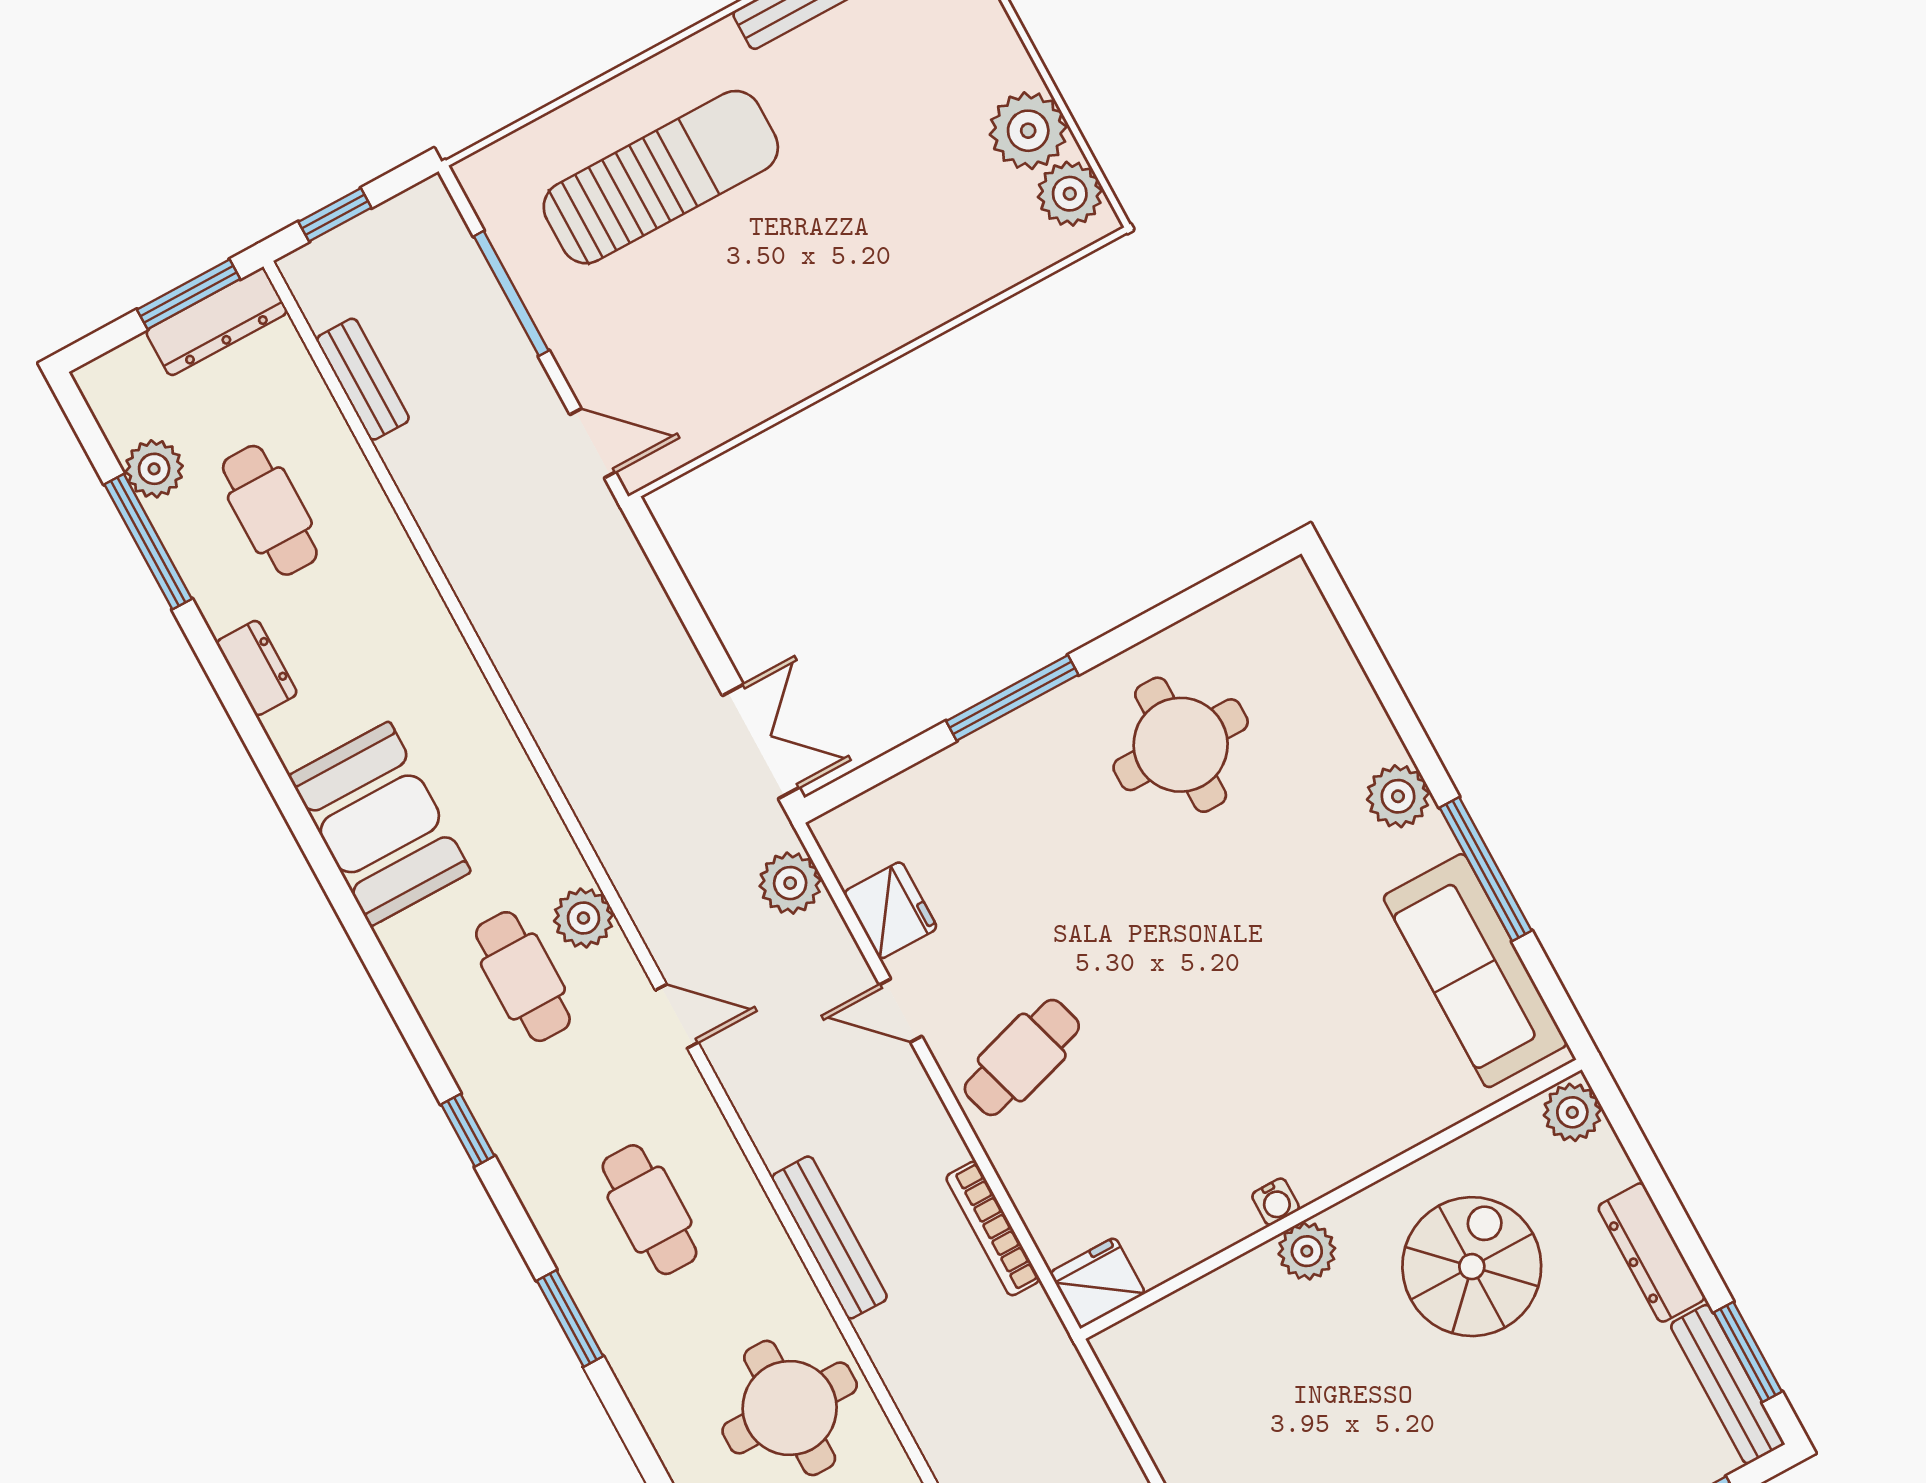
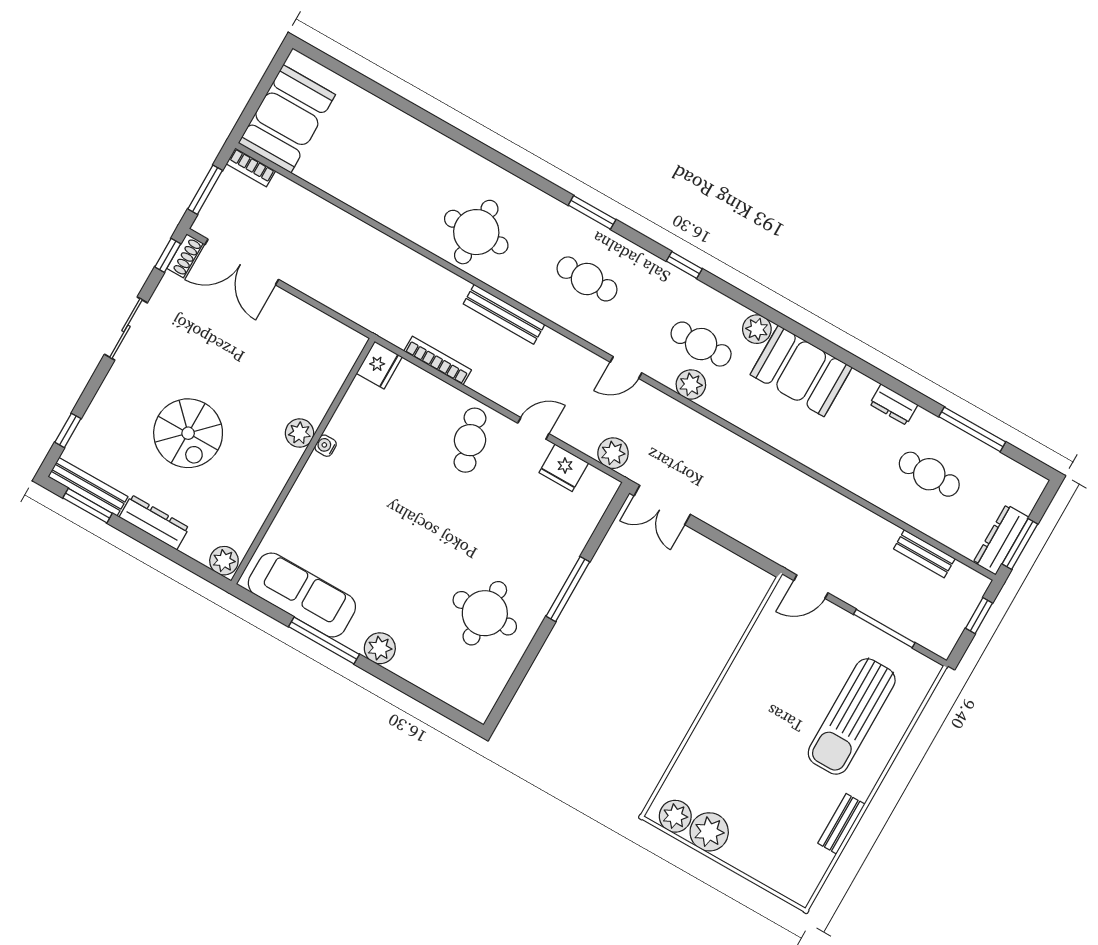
plant: (154, 469) -> (757, 329), moved
spiral stairs: (1472, 1267) -> (188, 433), moved

